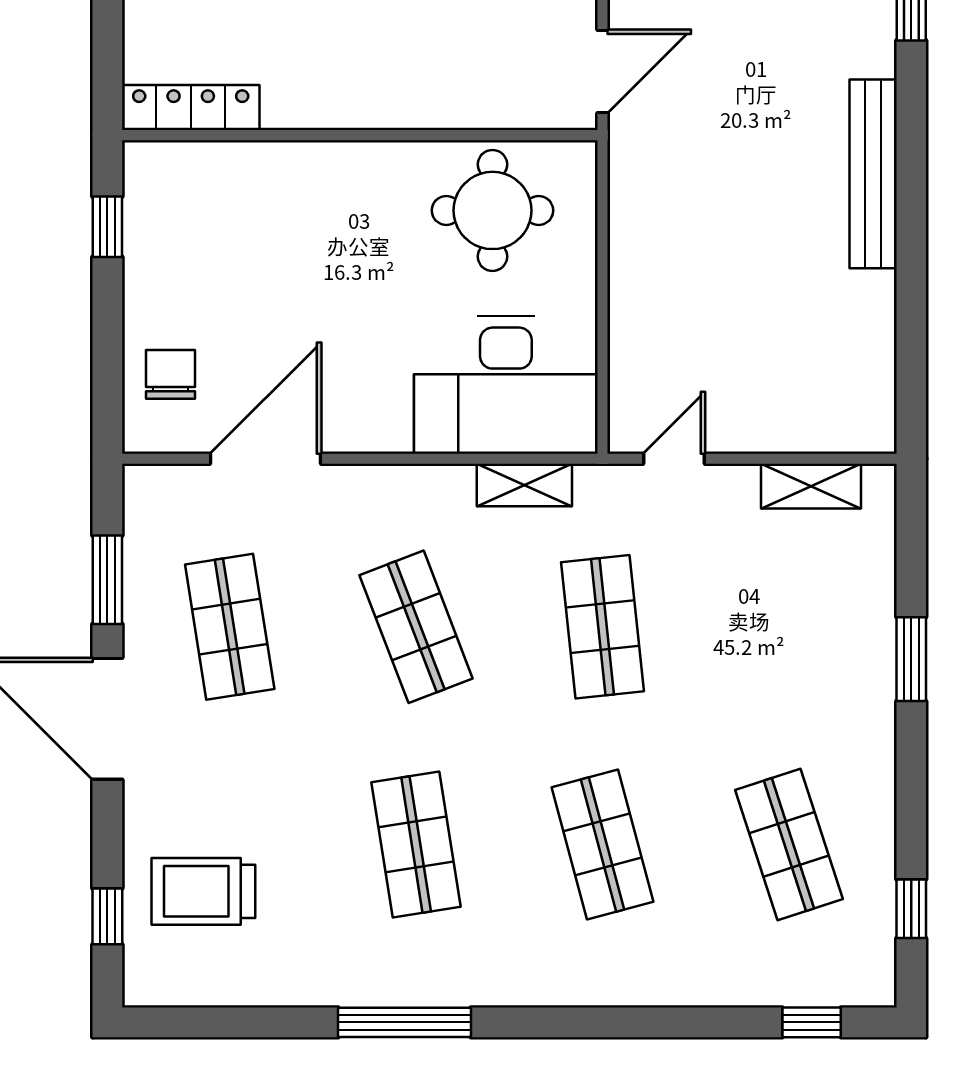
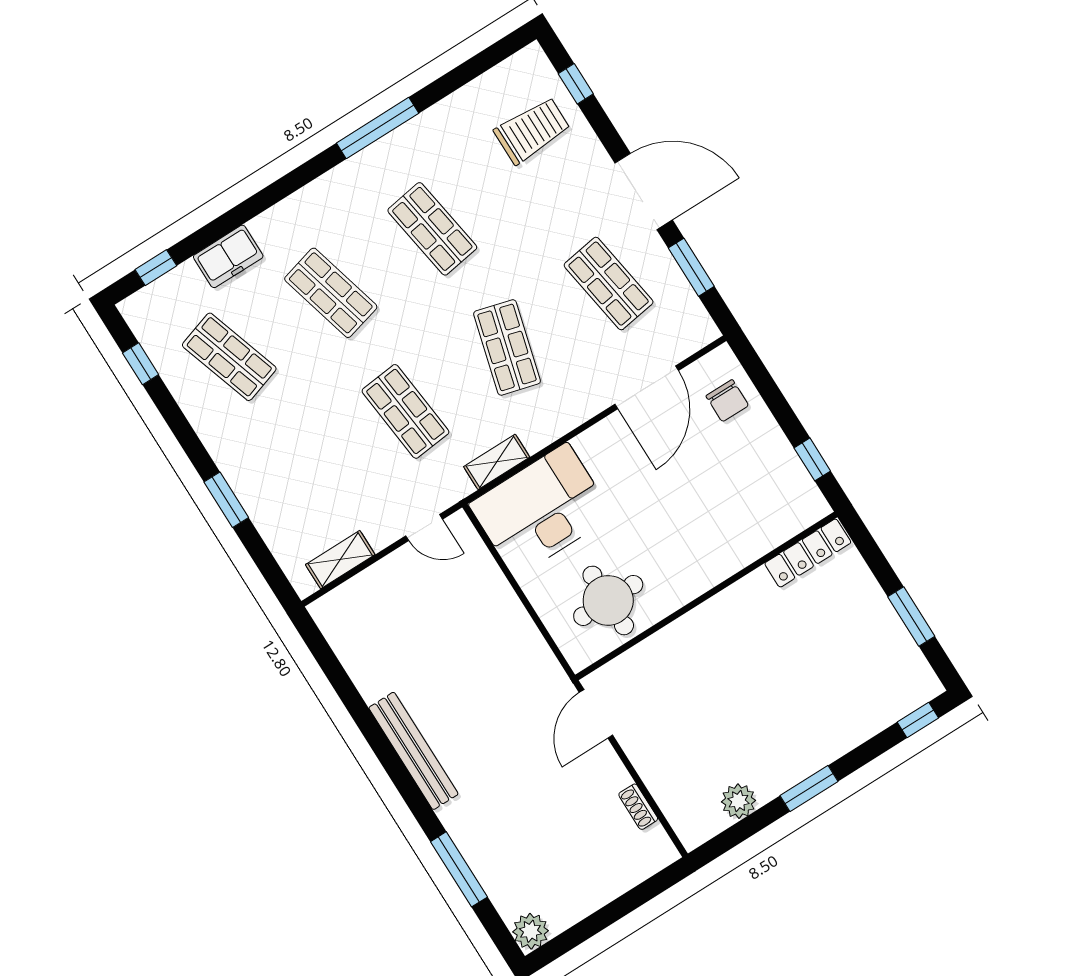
door: (674, 459) -> (424, 528), hinge flipped
shop shelf: (416, 627) -> (507, 347), turned 36
freezer: (707, 977) -> (228, 256), added

